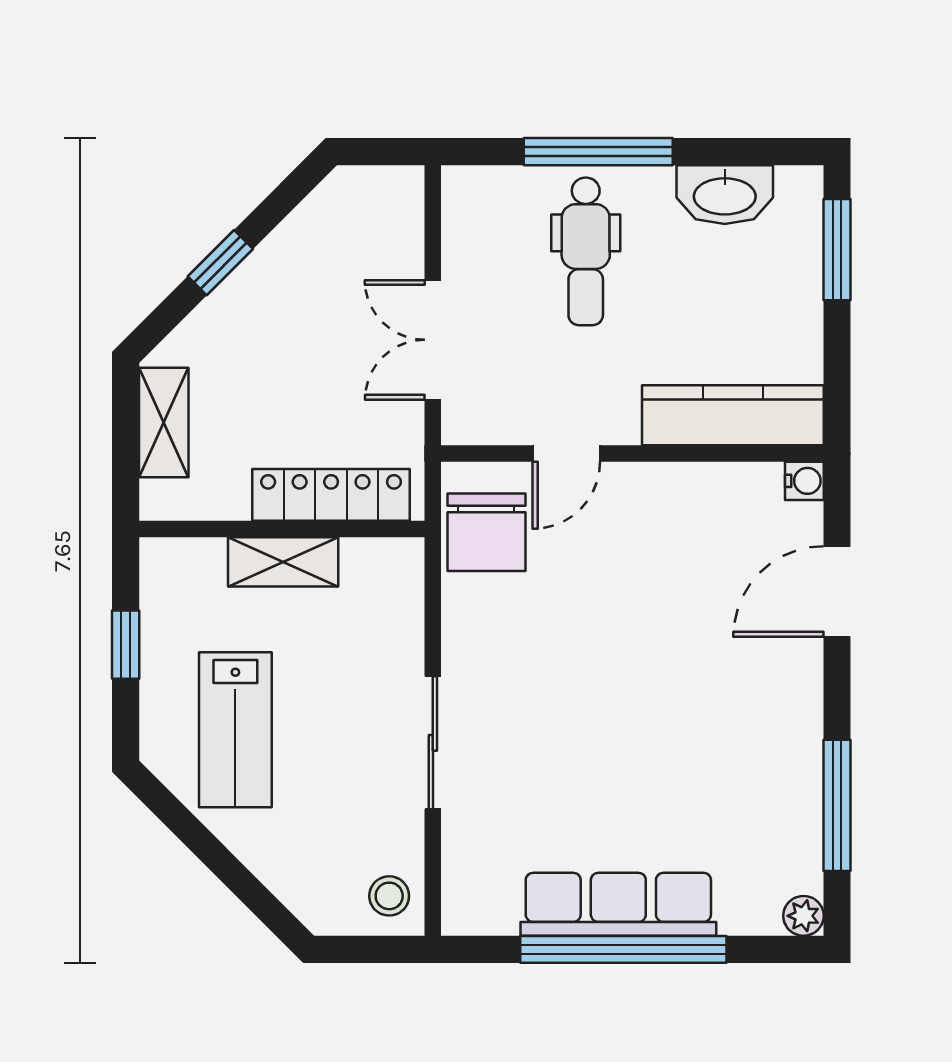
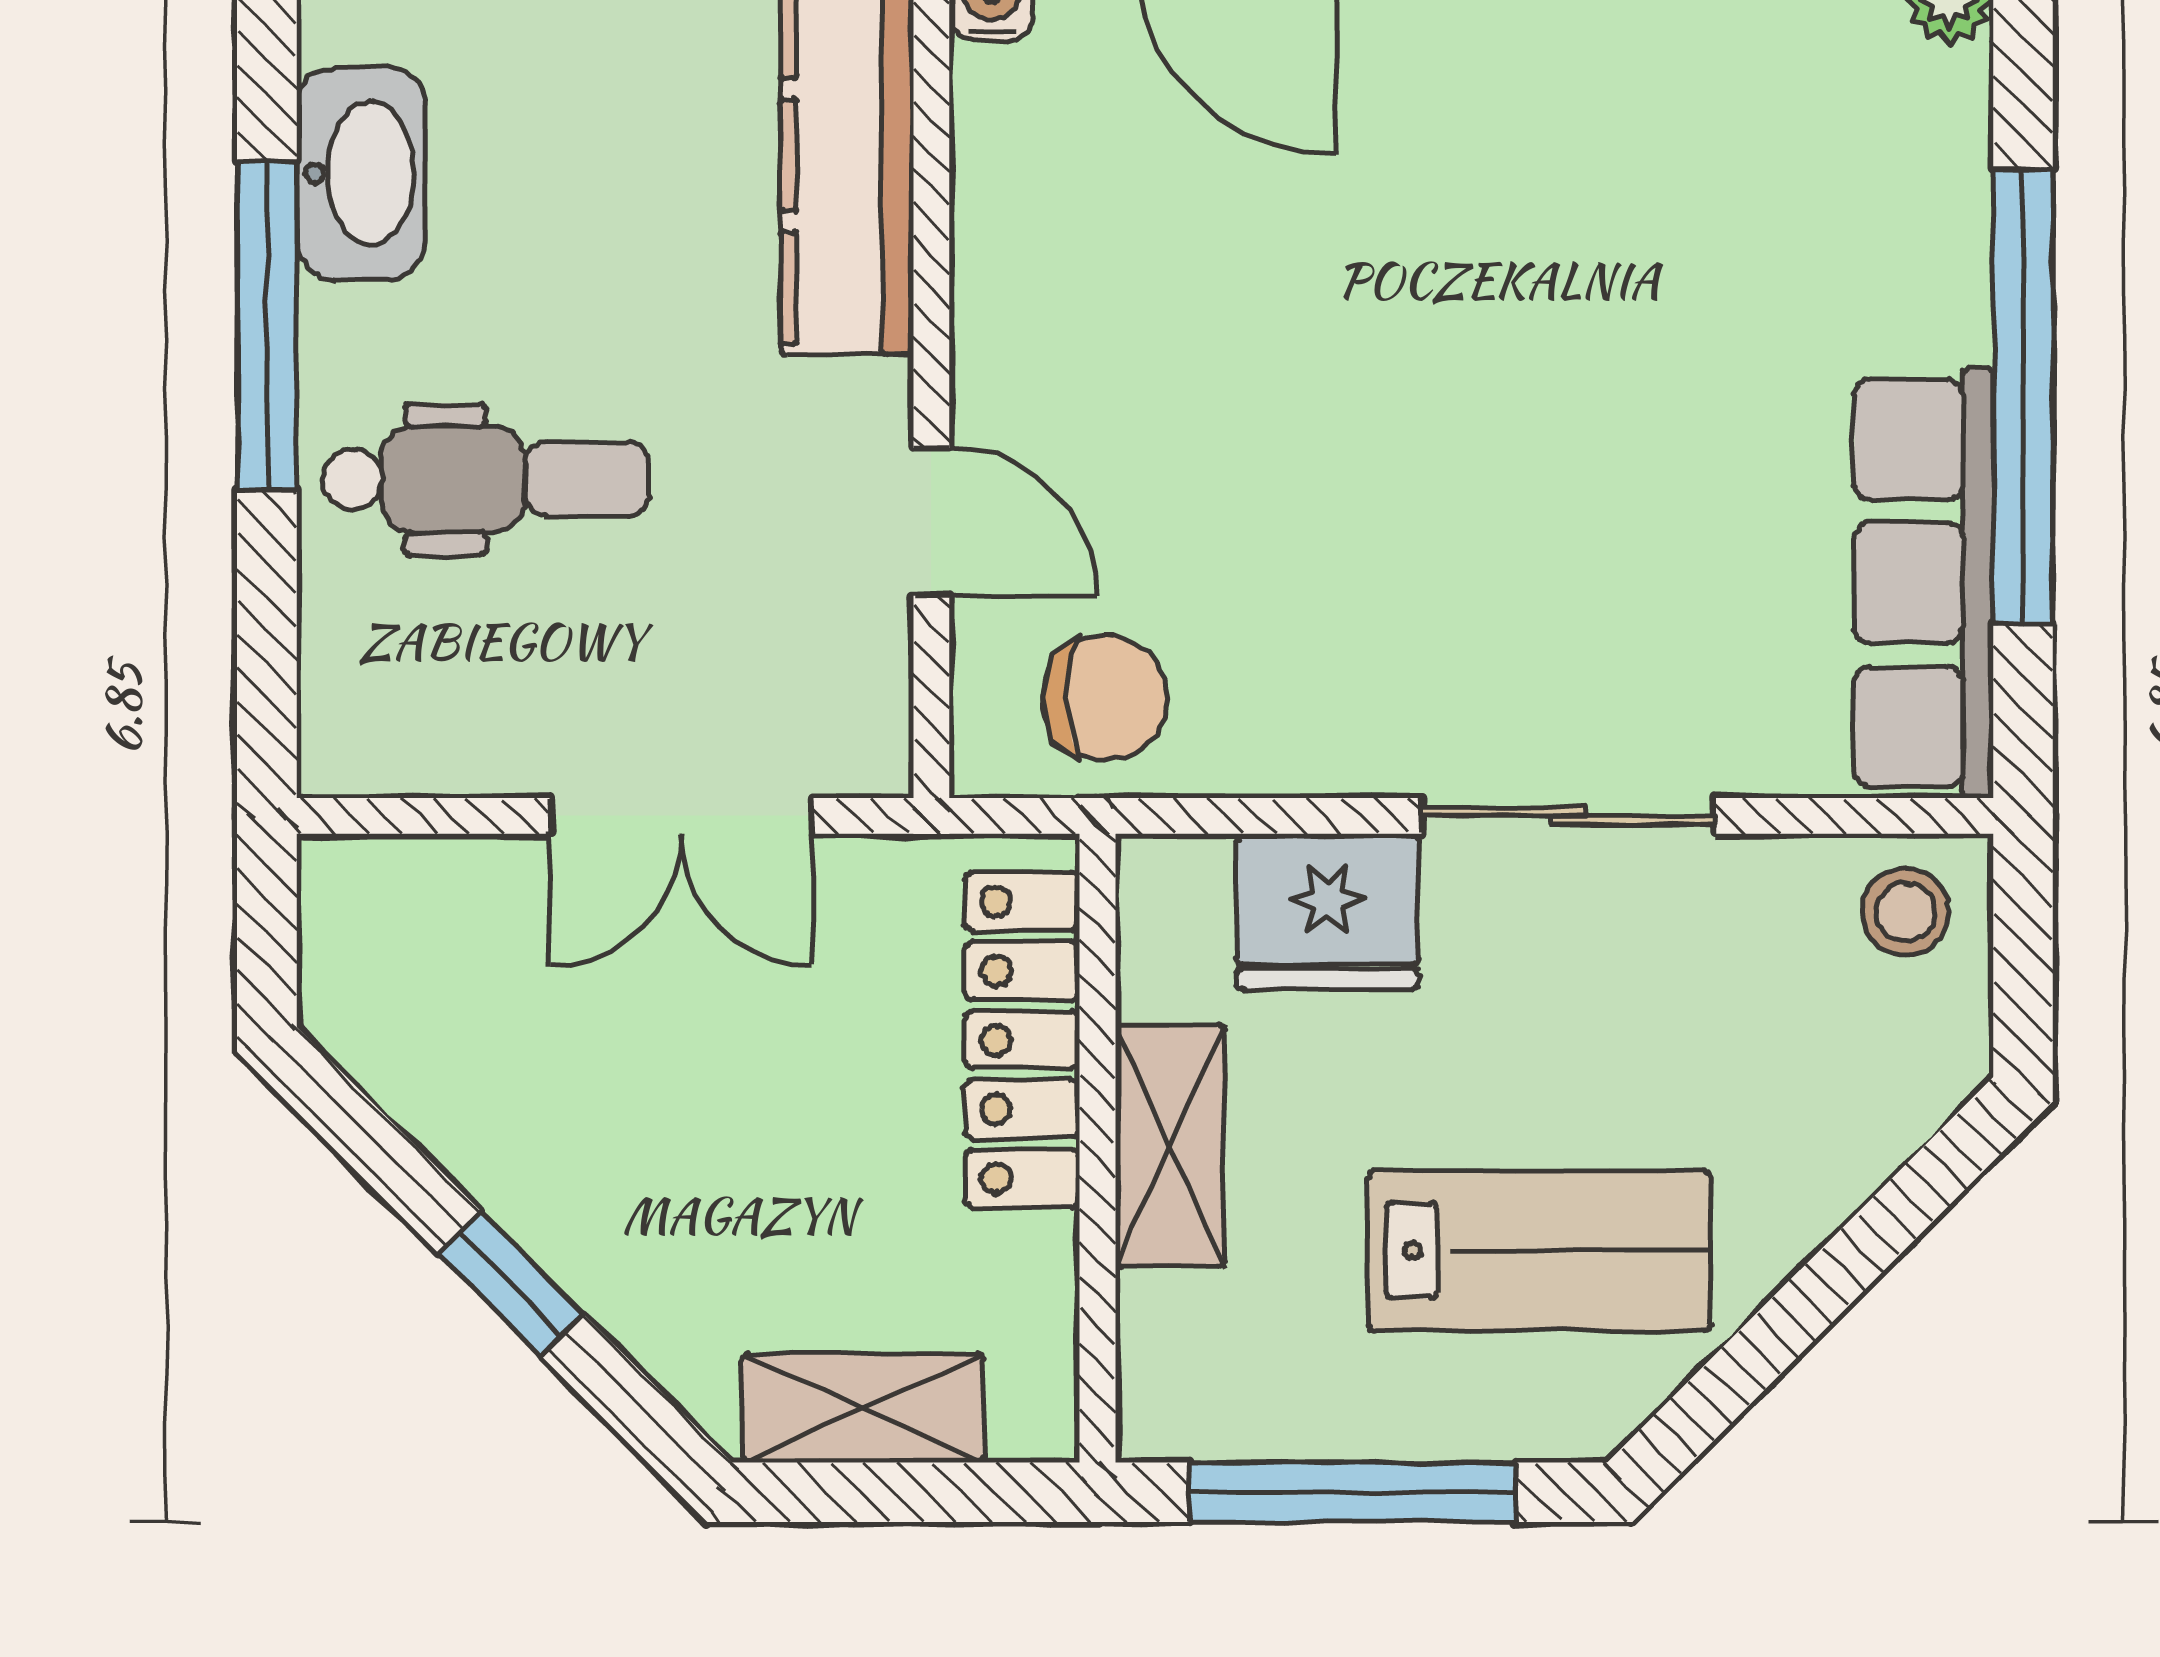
window: (598, 152) -> (267, 326), moved
chair: (486, 532) -> (1105, 698), width x0.73, depth x0.73
fridge: (389, 633) -> (1327, 912), added
window: (126, 645) -> (1352, 1492), width x2.17
row of seats: (618, 904) -> (1924, 583), moved

